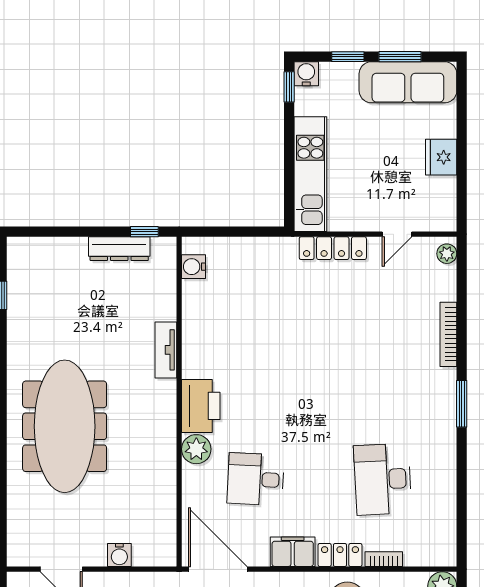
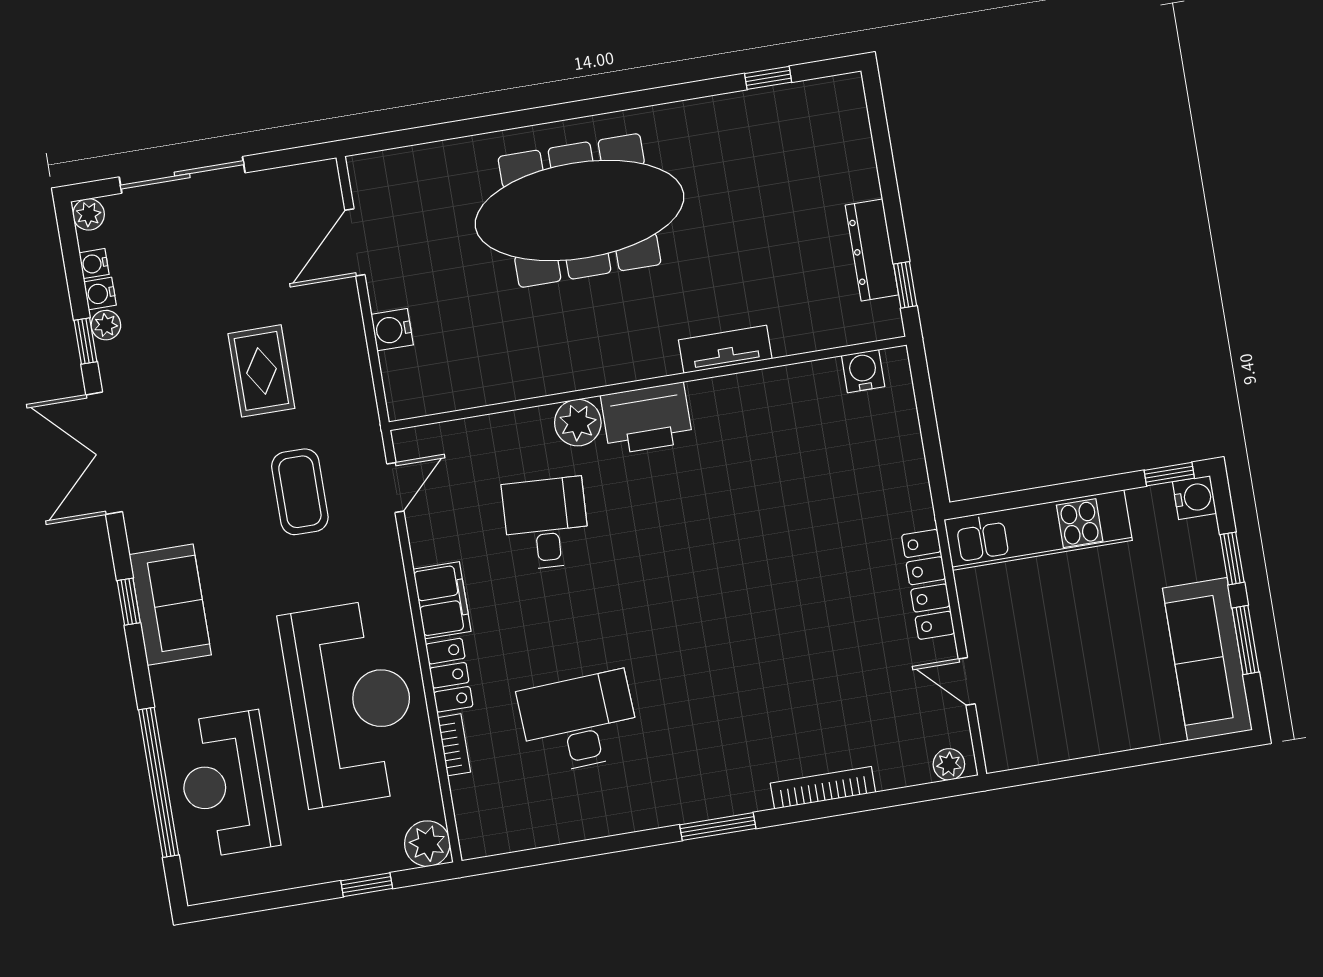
fridge: (441, 157) -> (1099, 731), removed
door: (218, 569) -> (395, 487), width x0.53

